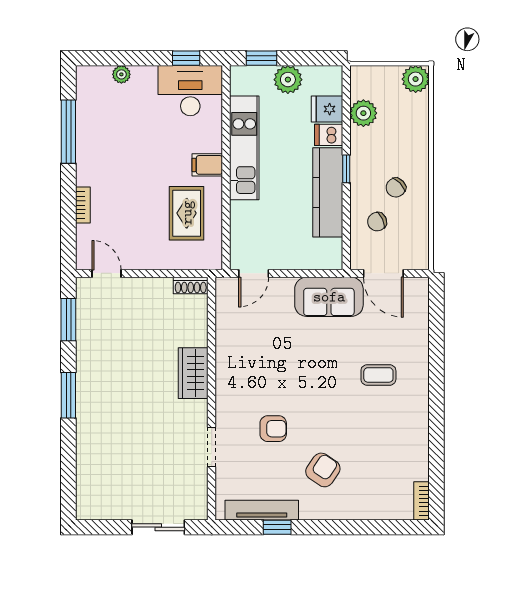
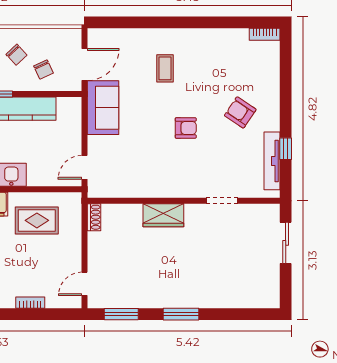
door: (254, 273) -> (85, 167), swing flipped
armchair: (273, 429) -> (186, 128), moved, turned 90

